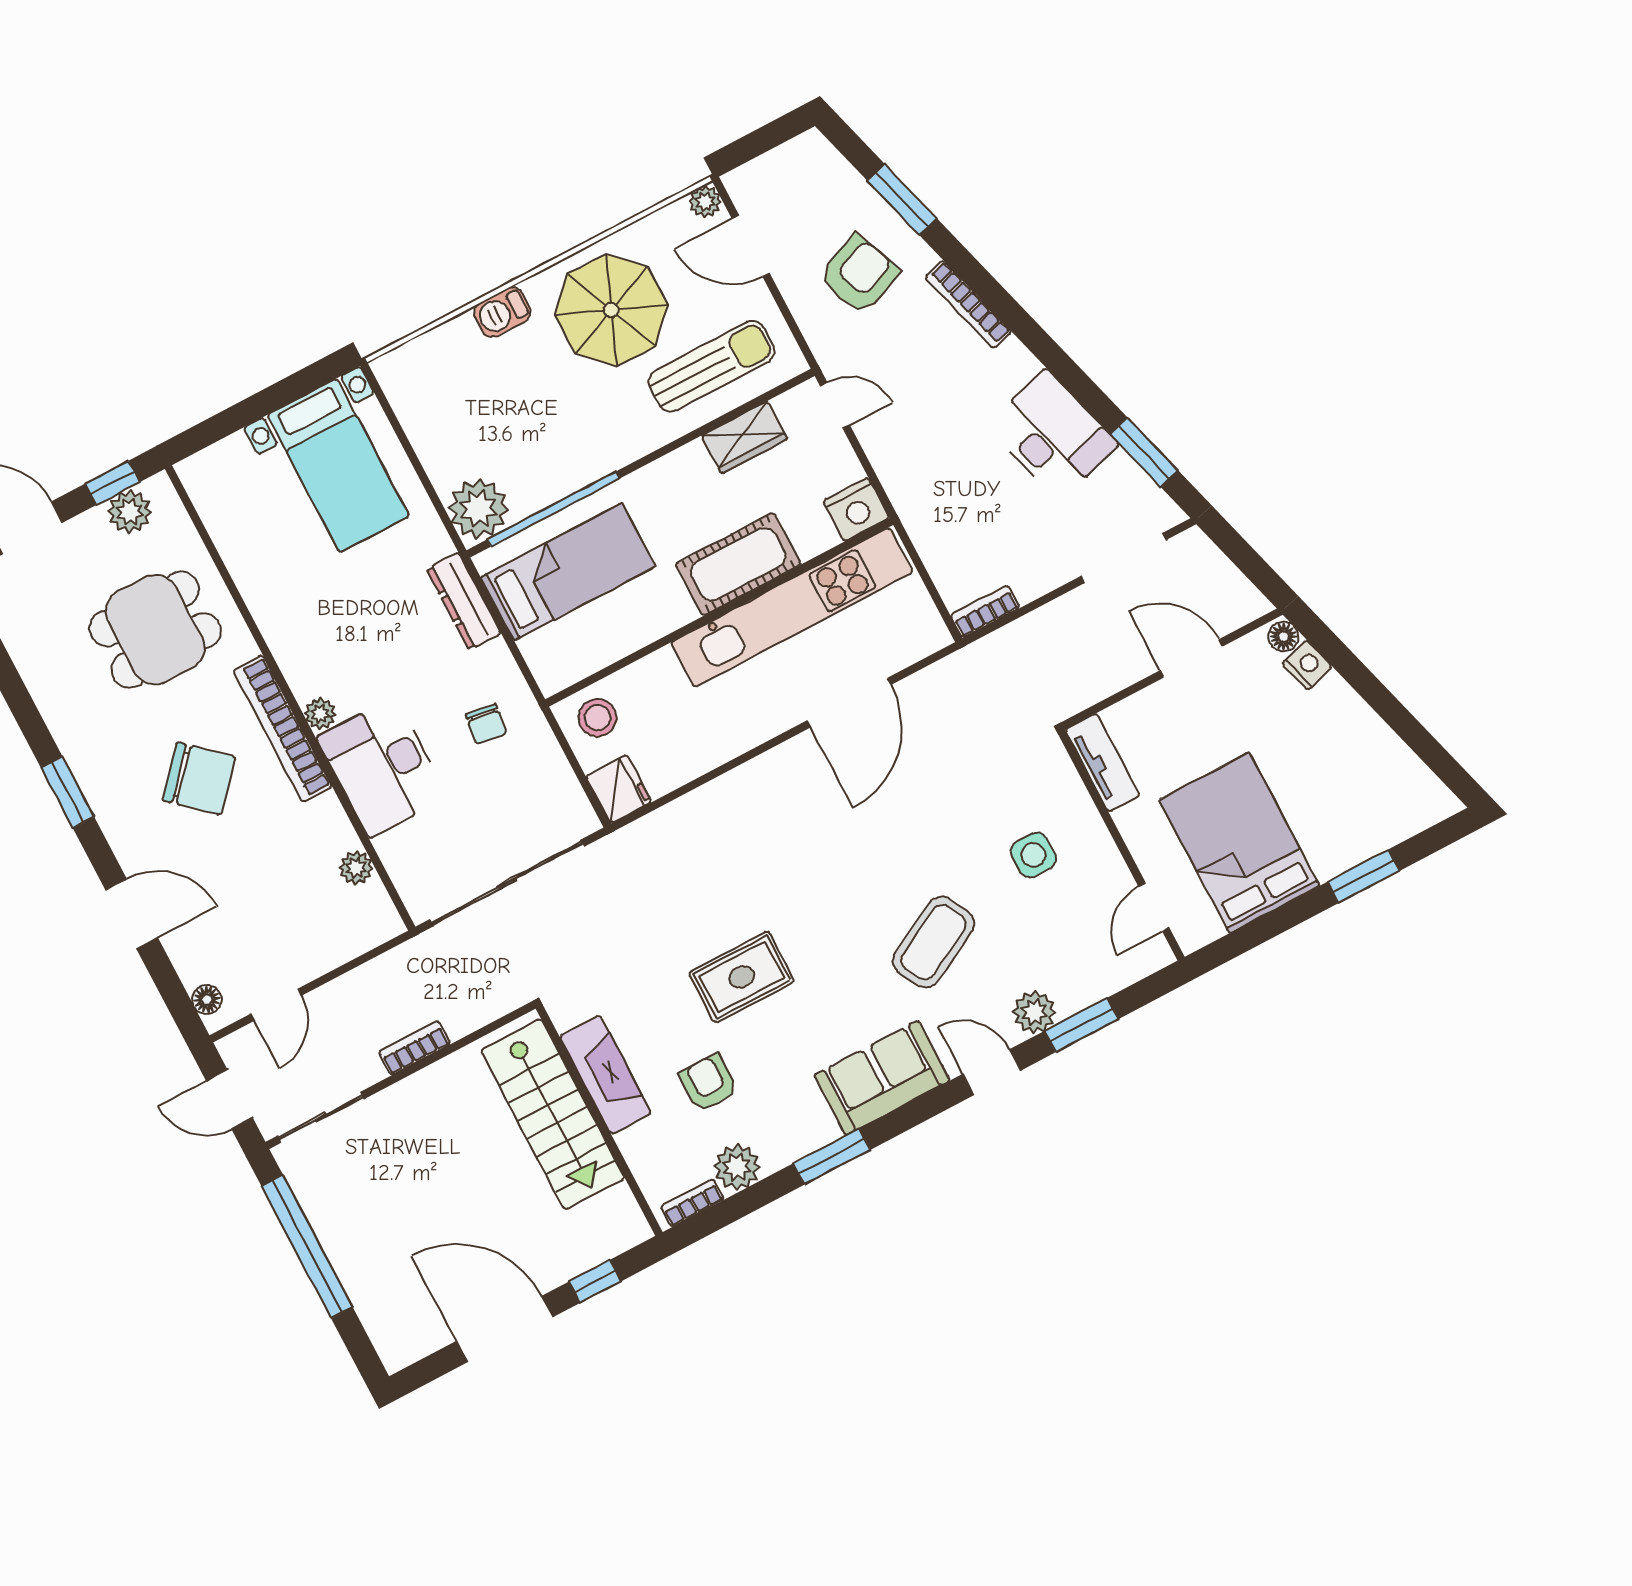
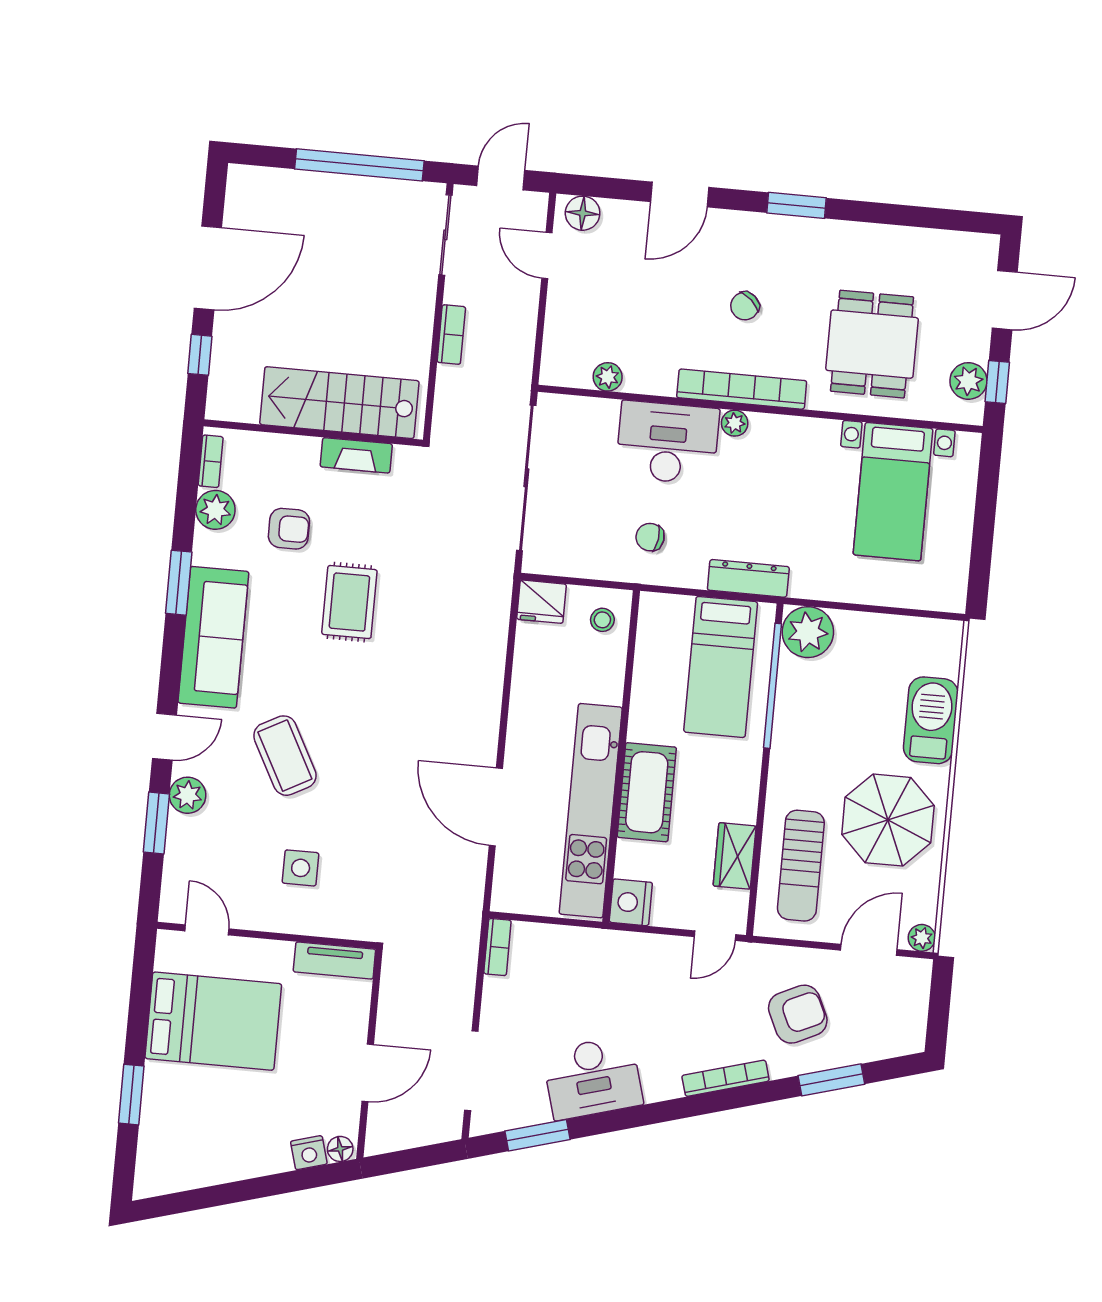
armchair: (859, 274) -> (798, 1014), turned -93
barbecue: (502, 312) -> (931, 720), width x1.88, depth x1.53
bed with nightstands: (338, 466) -> (893, 492), moved, turned -90
stool: (598, 718) -> (602, 620), width x0.73, depth x0.73
chair: (199, 779) -> (745, 306), width x0.54, depth x0.54
floor lamp: (207, 999) -> (583, 213), width x1.37, depth x1.37
fireplace: (605, 1075) -> (356, 455), width x0.73, depth x0.76
sofa: (882, 1078) -> (213, 637), width x1.36

